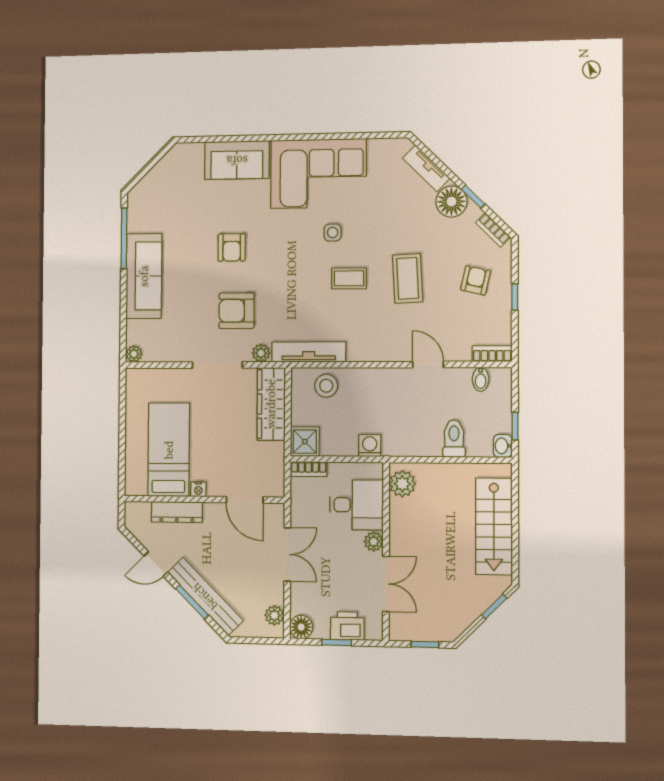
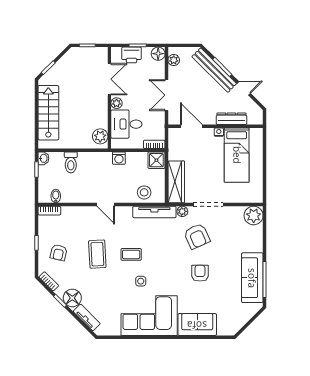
sofa: (144, 276) -> (252, 278), moved
armchair: (237, 311) -> (197, 236), turned 66
plant: (134, 354) -> (254, 216), width x1.88, depth x1.88
door: (428, 365) -> (106, 205), moved
double door: (386, 584) -> (109, 79), swing flipped

